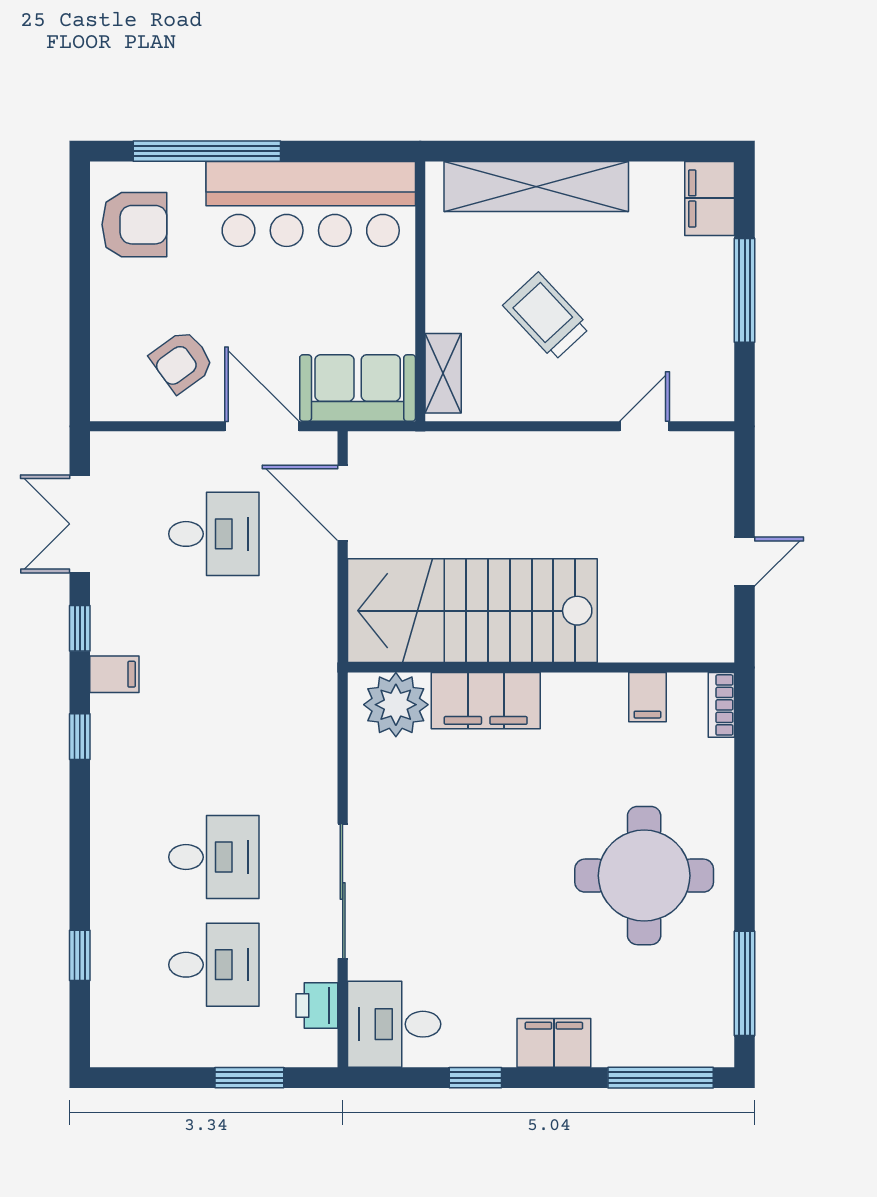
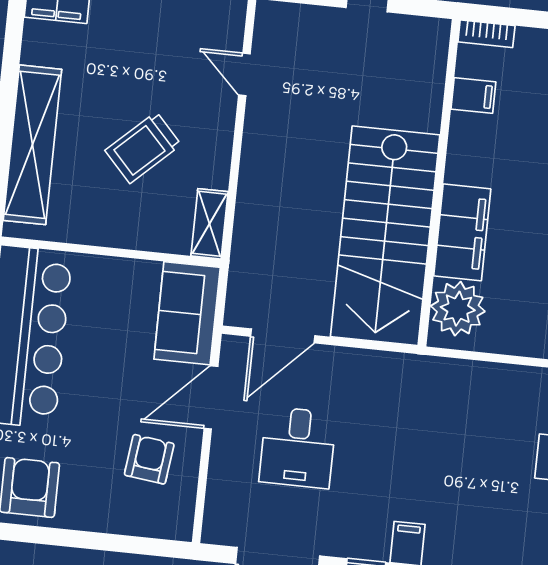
armchair: (182, 361) -> (149, 459), turned -137
shelving: (443, 373) -> (209, 224), moved, turned 90
desk: (214, 534) -> (298, 447), turned 180

